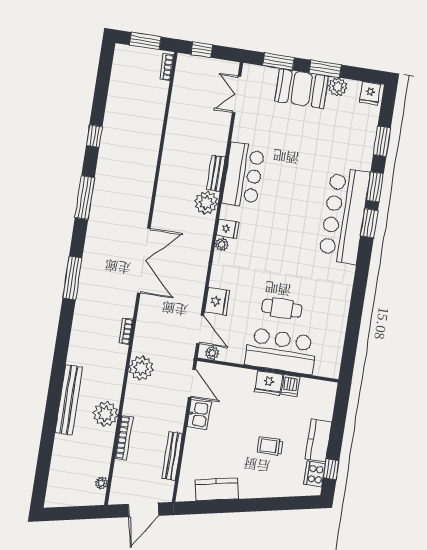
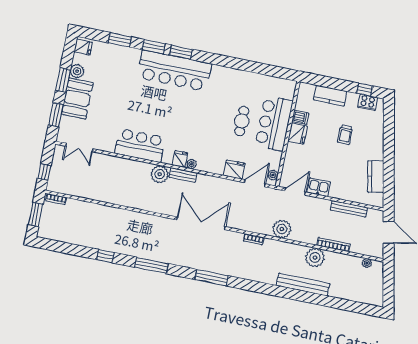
bench: (216, 173) -> (183, 175), moved
kitchen counter: (318, 440) -> (330, 96), moved

